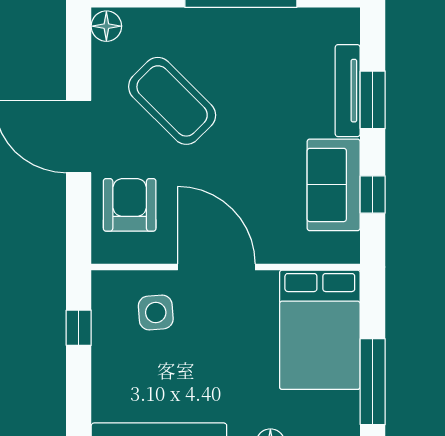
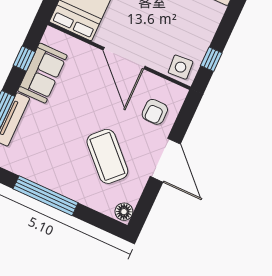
armchair: (130, 205) -> (155, 112), width x0.72, depth x0.72
side table: (156, 312) -> (181, 67), moved

